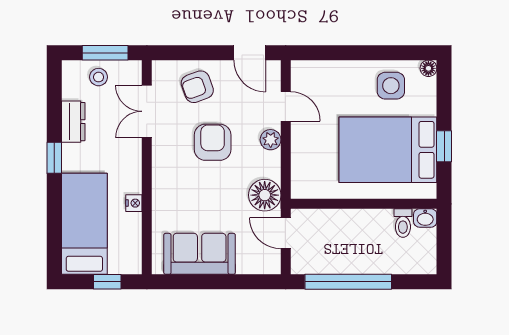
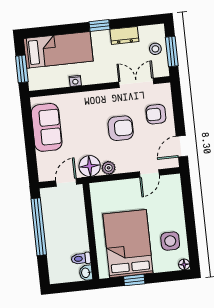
armchair: (197, 87) -> (156, 114), turned -70
plant: (271, 140) -> (109, 168), moved
window: (107, 282) -> (22, 69), width x1.50

